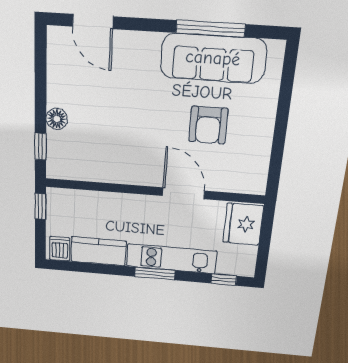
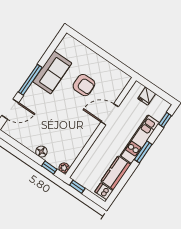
window: (211, 29) -> (30, 80), moved
sofa: (213, 58) -> (52, 72), width x0.73
plant: (55, 170) -> (64, 168), added
fridge: (243, 224) -> (147, 96), width x0.53, depth x0.75

